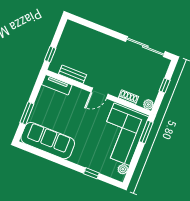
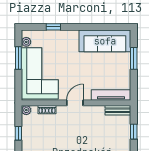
window: (50, 54) -> (134, 132), moved
bench: (73, 74) -> (118, 110), moved
tv unit: (57, 85) -> (111, 95), width x1.41
window: (146, 132) -> (18, 58), moved

